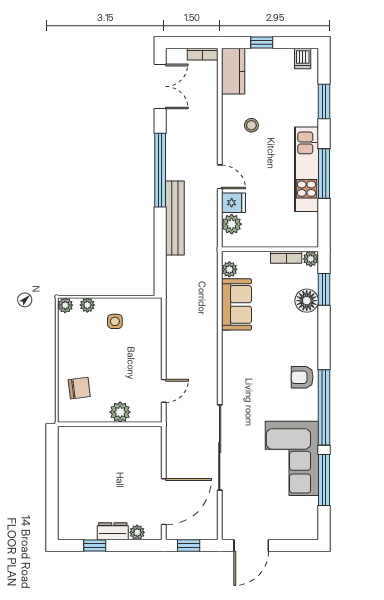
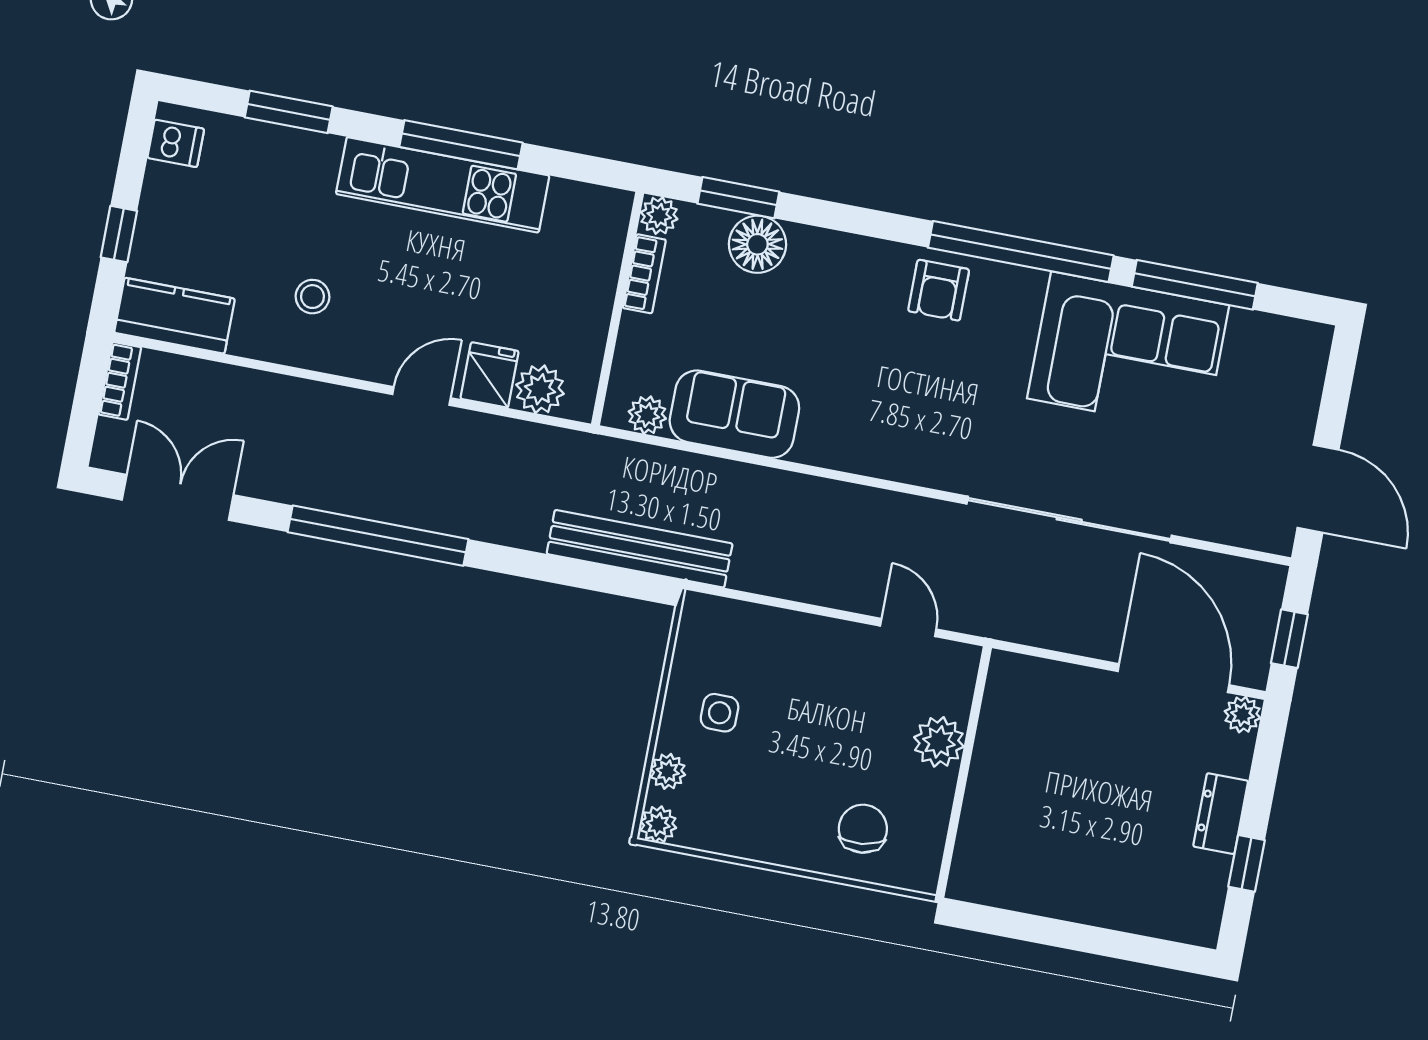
bench: (175, 218) -> (640, 549), moved
plant: (137, 532) -> (1242, 715), moved

